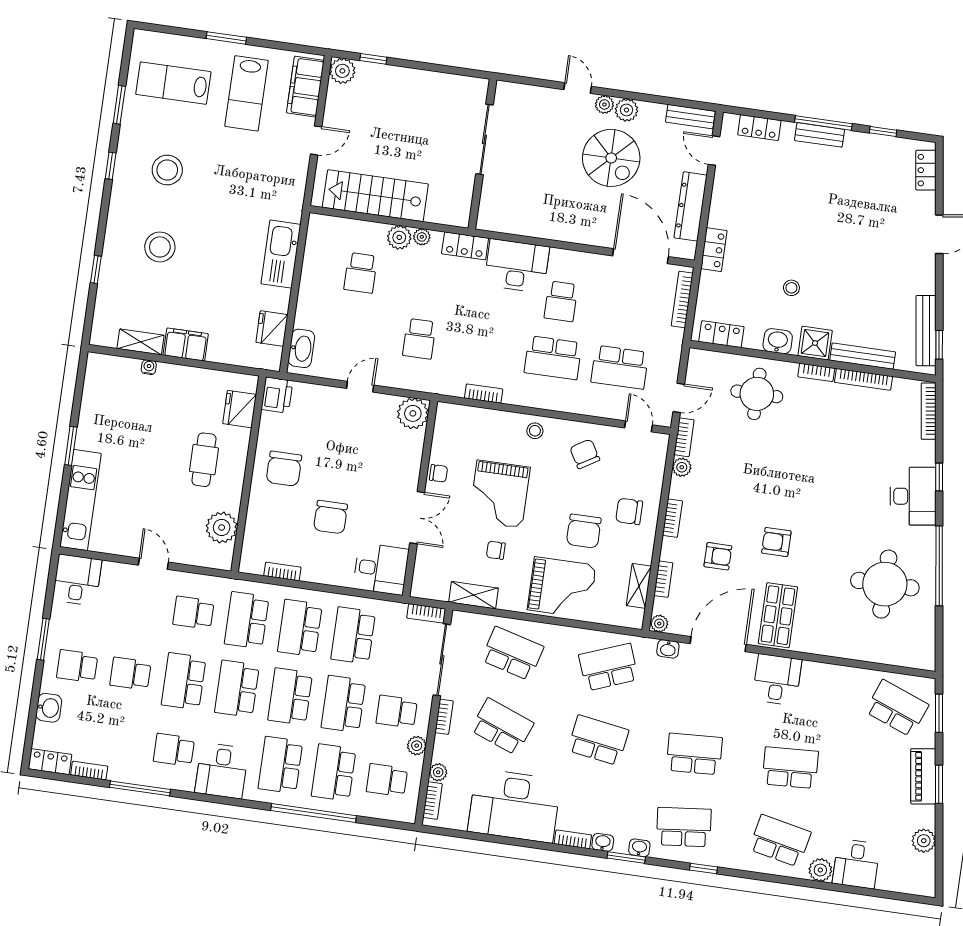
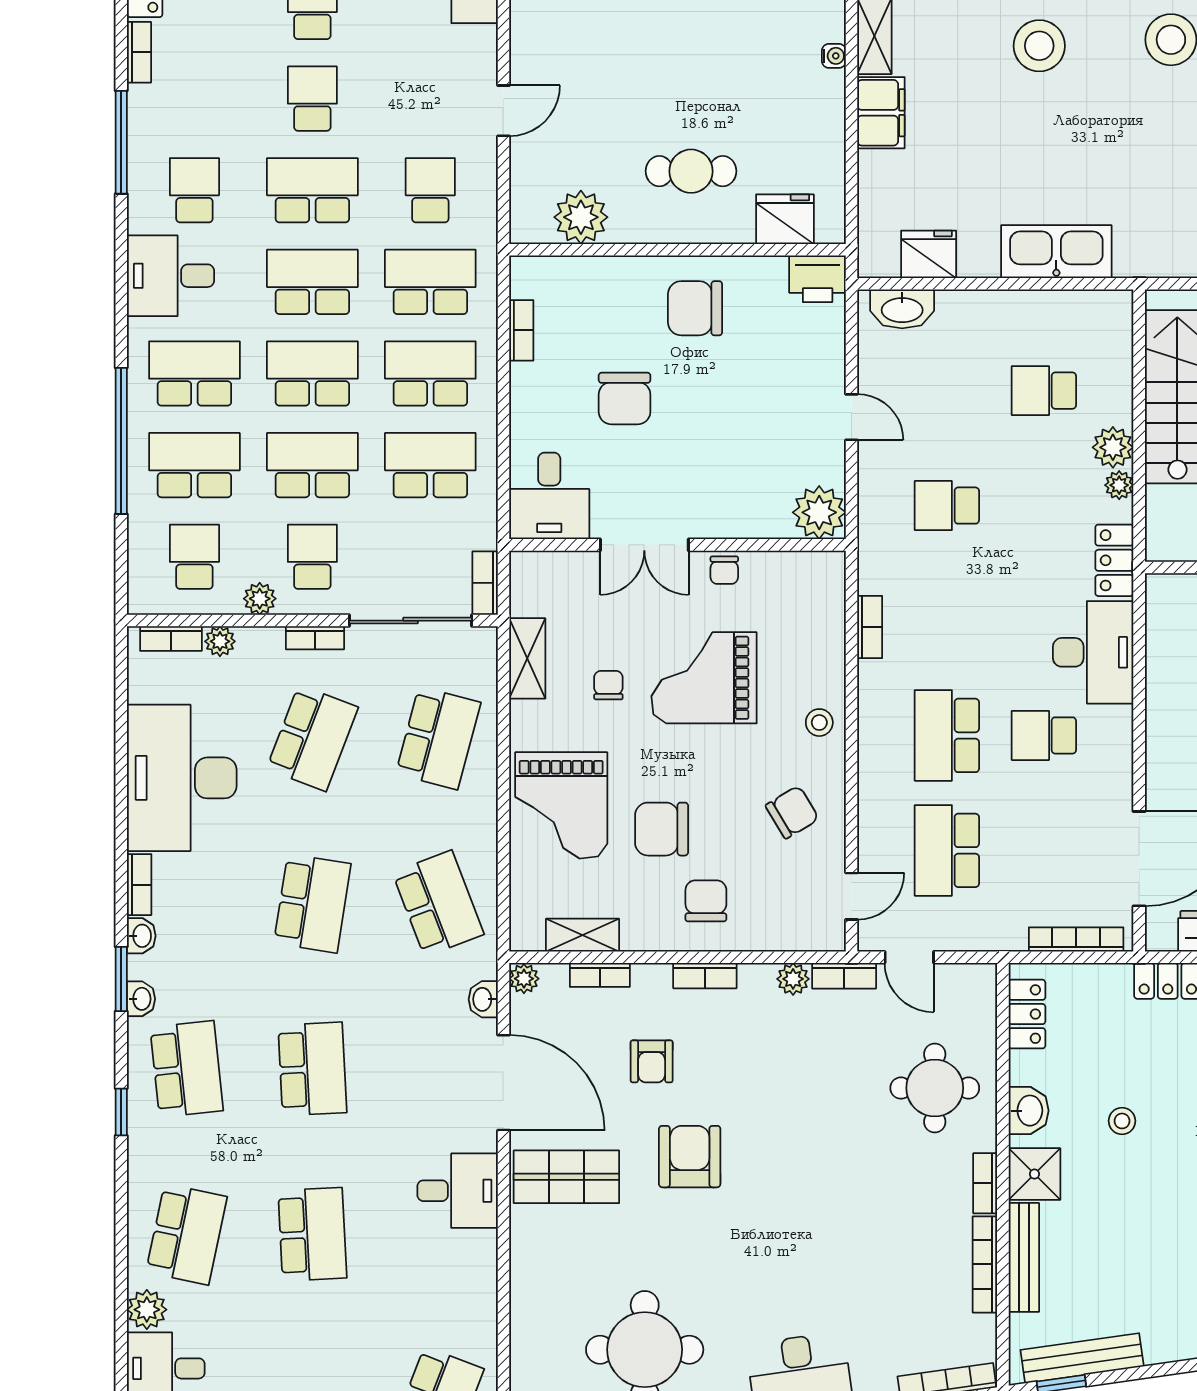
chair: (331, 517) -> (625, 398), turned -90
armchair: (776, 542) -> (690, 1157), width x1.38, depth x1.38

